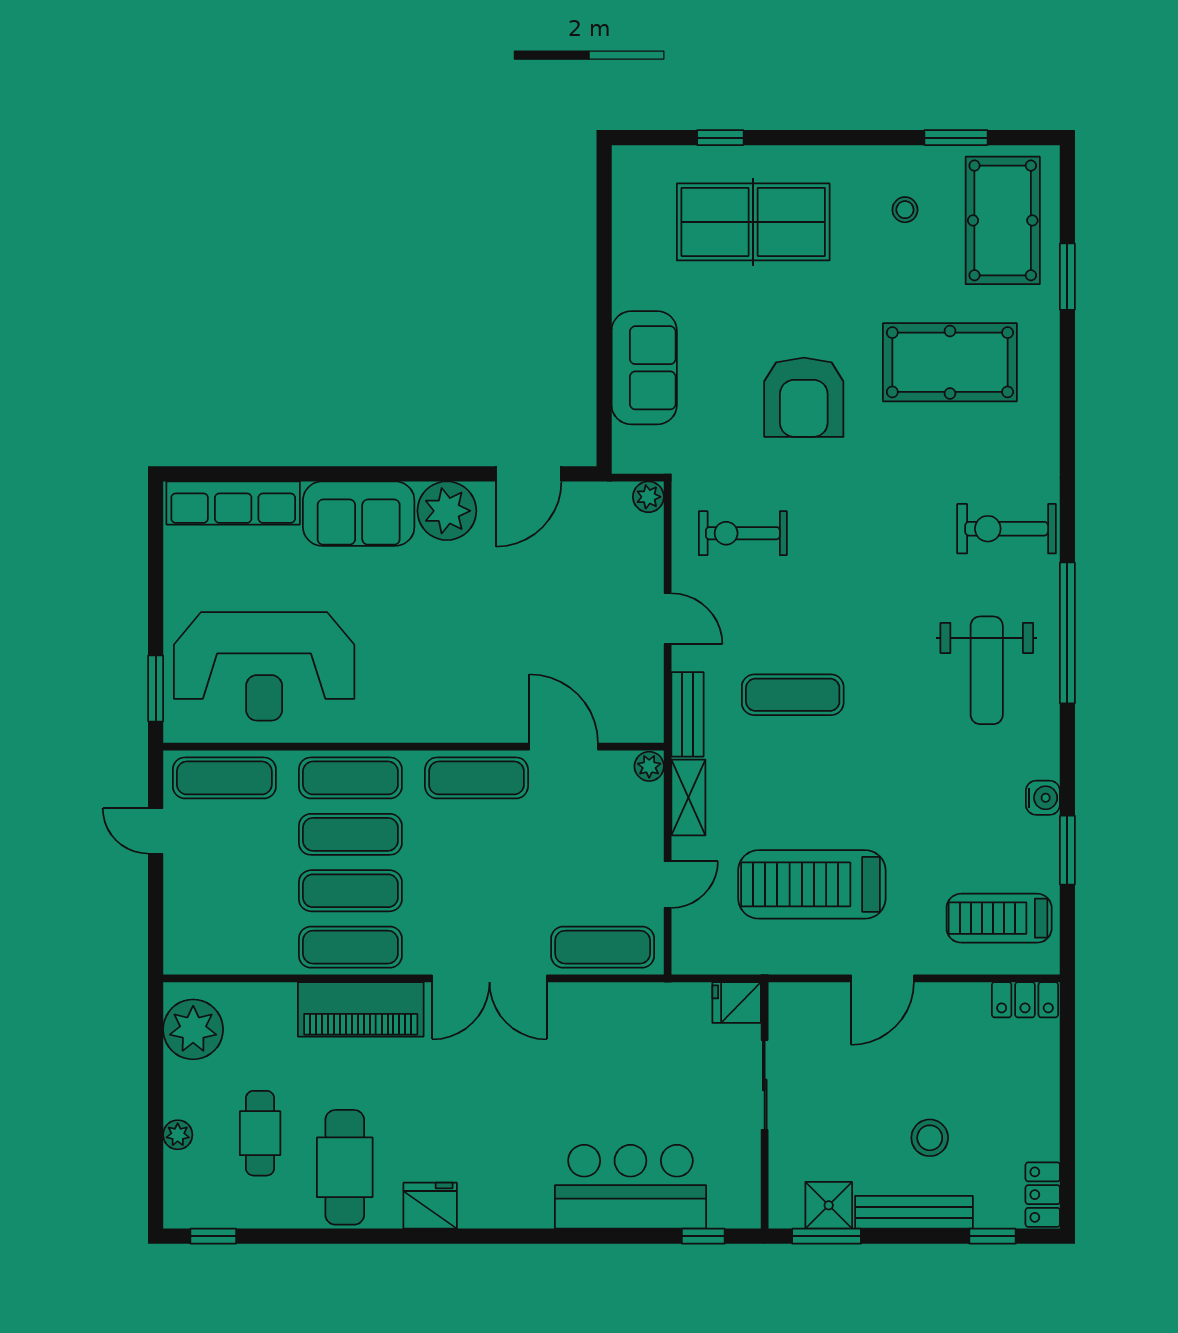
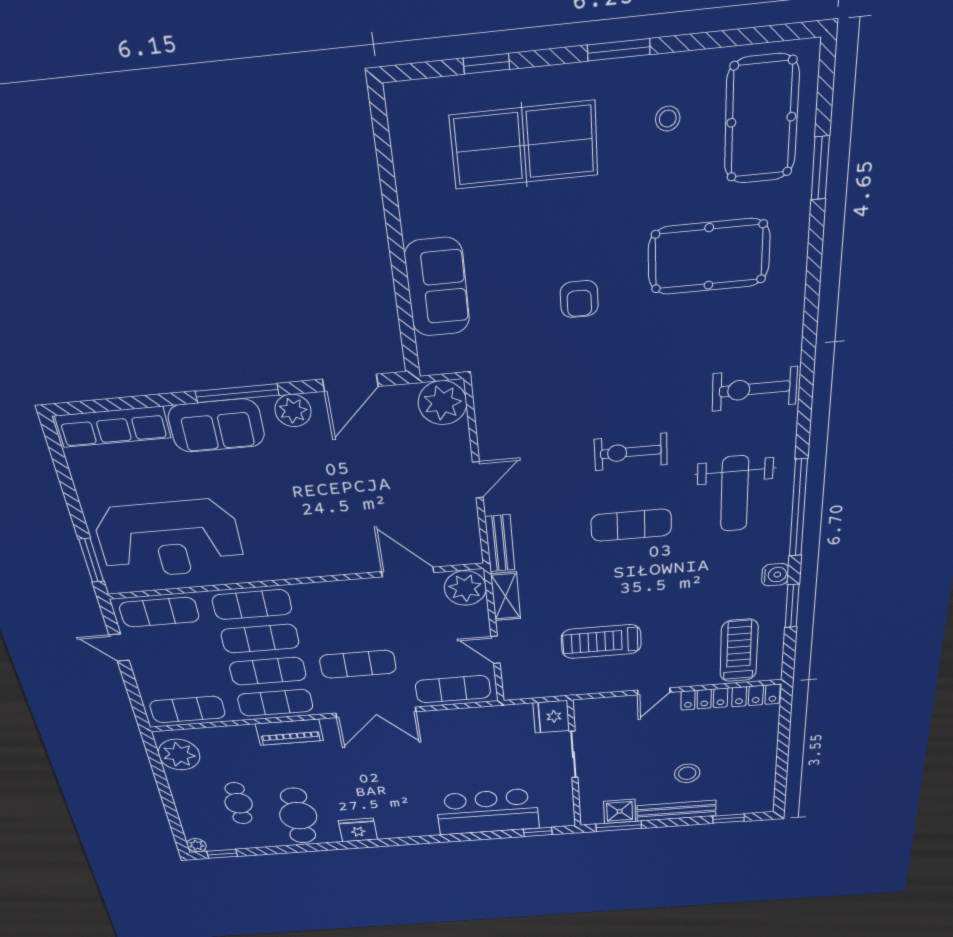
window: (956, 138) -> (619, 50), moved
armchair: (804, 397) -> (579, 299), width x0.53, depth x0.53
window: (392, 474) -> (237, 393), added
plant: (648, 497) -> (442, 403), width x1.87, depth x1.87
plant: (447, 511) -> (293, 411), width x0.73, depth x0.73
exercise bike: (743, 533) -> (631, 452), moved
door: (668, 619) -> (478, 480), hinge flipped
window: (1067, 633) -> (798, 508), moved
exercise mat: (793, 695) -> (631, 525), moved
plant: (649, 766) -> (465, 588), width x1.88, depth x1.88
exercise mat: (477, 778) -> (358, 664), moved
treadmill: (812, 884) -> (601, 641), width x0.73, depth x0.73
door: (668, 885) -> (495, 650), swing flipped
treadmill: (999, 918) -> (739, 651), turned 90
exercise mat: (224, 947) -> (187, 709), added
door: (882, 978) -> (654, 691), width x0.73
fridge: (737, 1003) -> (551, 717), width x1.38
piano: (361, 1009) -> (289, 732), width x0.73, depth x0.75
plant: (178, 1135) -> (196, 845), moved
locker: (1043, 1195) -> (704, 699), moved, turned -90

